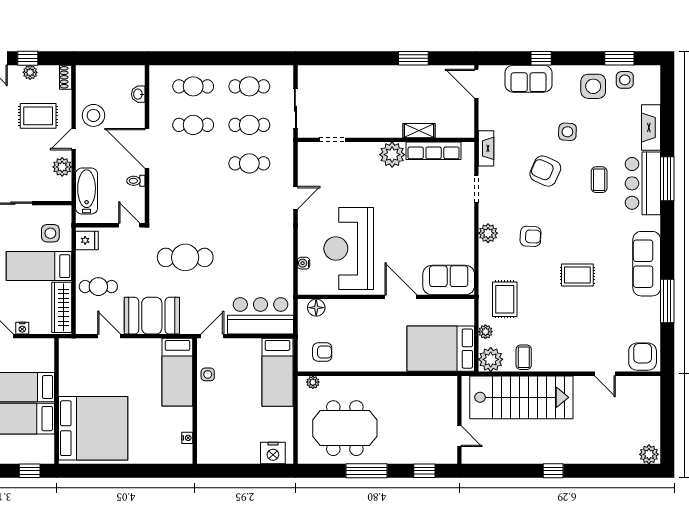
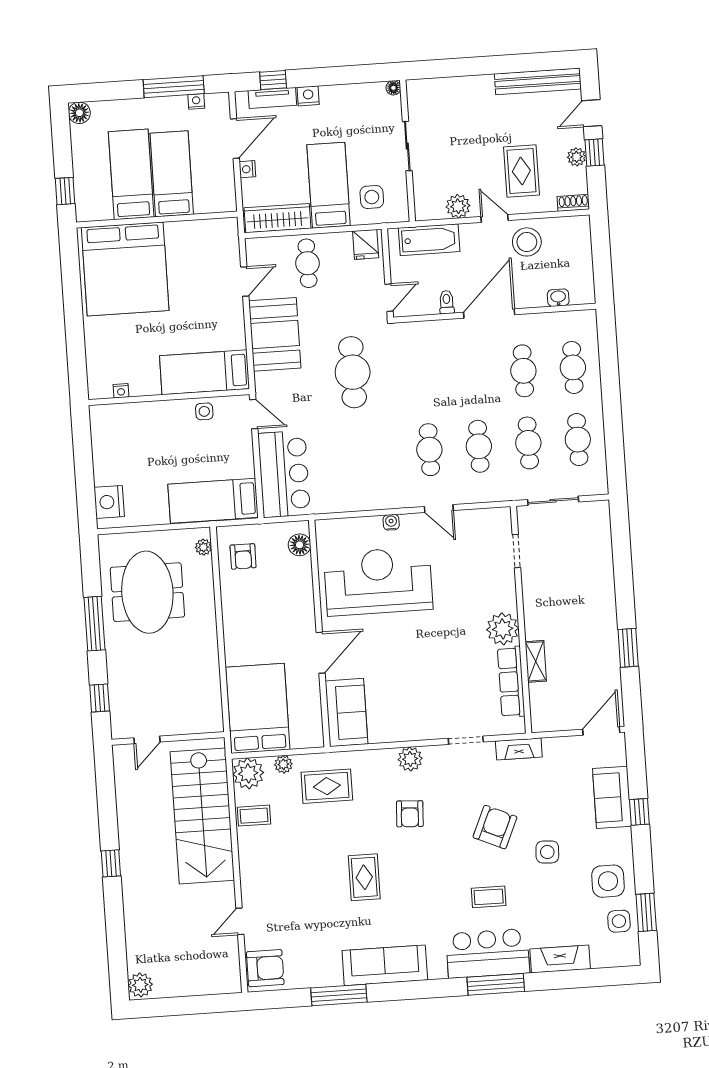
cafe table: (249, 202) -> (429, 450), added
water cooler: (304, 263) -> (391, 522), moved

